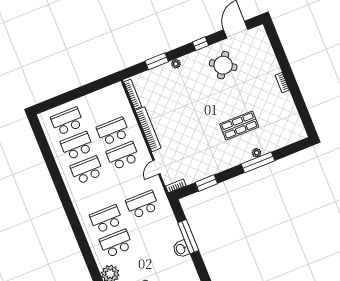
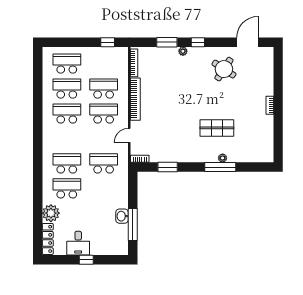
window: (201, 44) -> (198, 42), moved
window: (99, 84) -> (108, 42), added
window: (188, 237) -> (133, 225), moved

